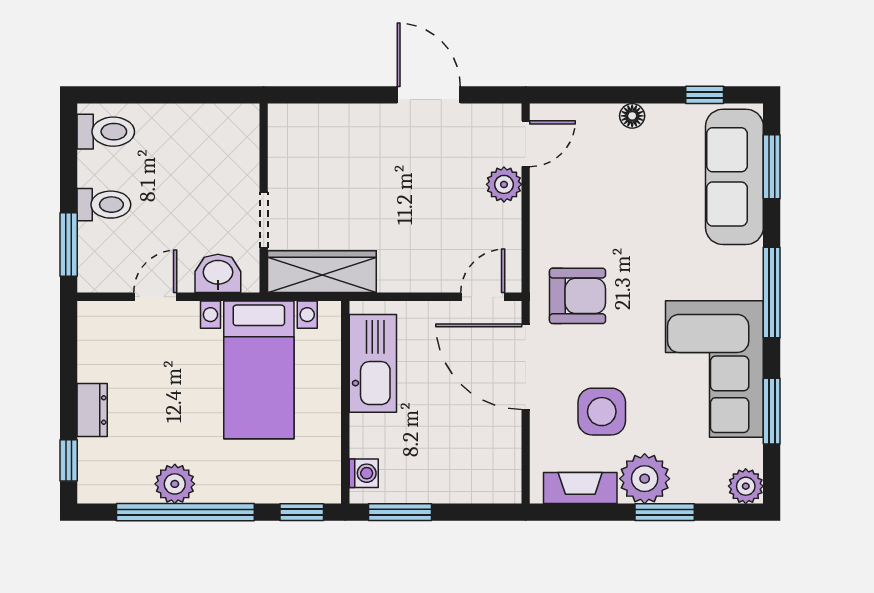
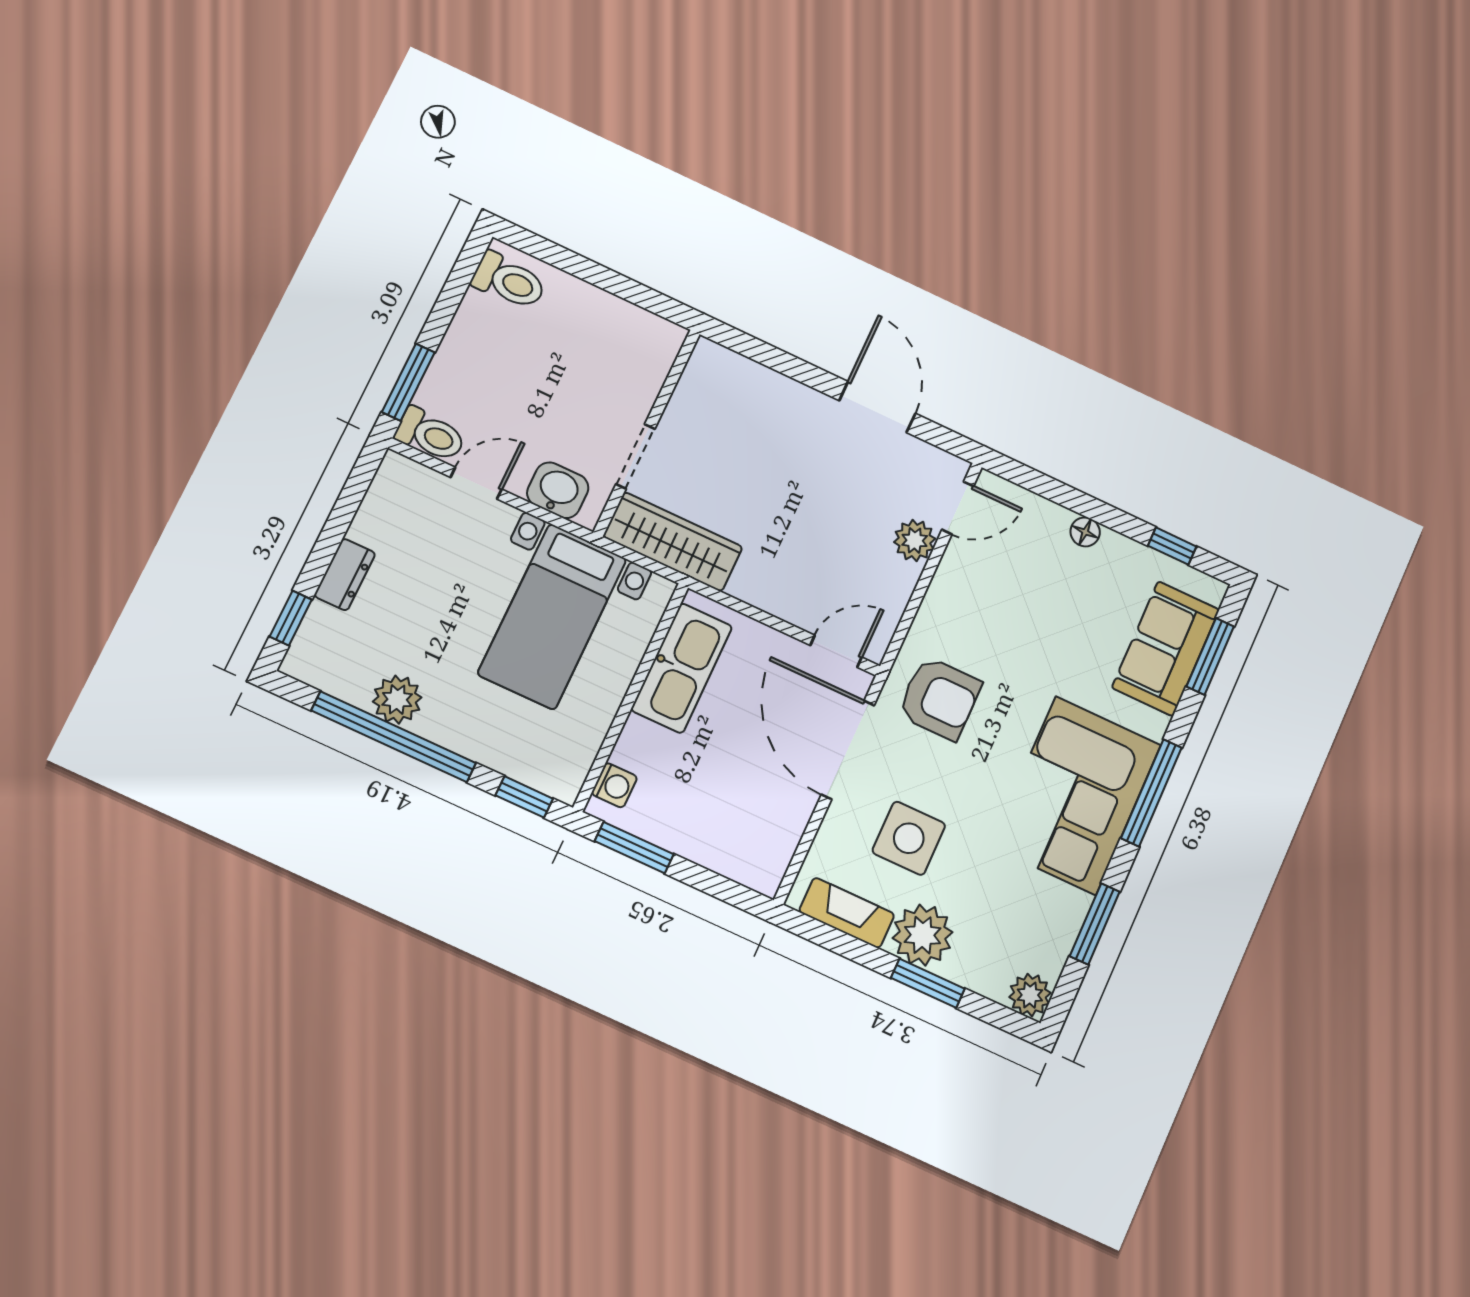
sofa: (734, 177) -> (1166, 649), width x0.73
toilet: (104, 205) -> (430, 435), moved
corner sofa: (714, 369) -> (1076, 795), moved

